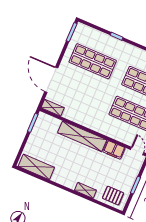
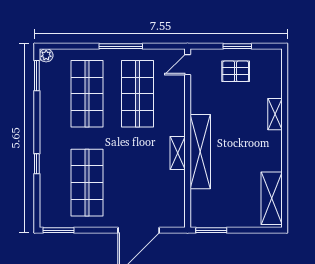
shelving: (53, 108) -> (178, 153), moved
filing cabinet: (114, 150) -> (200, 98), removed
pallet: (113, 196) -> (236, 71), moved, turned 90

